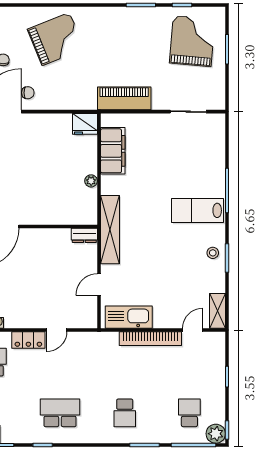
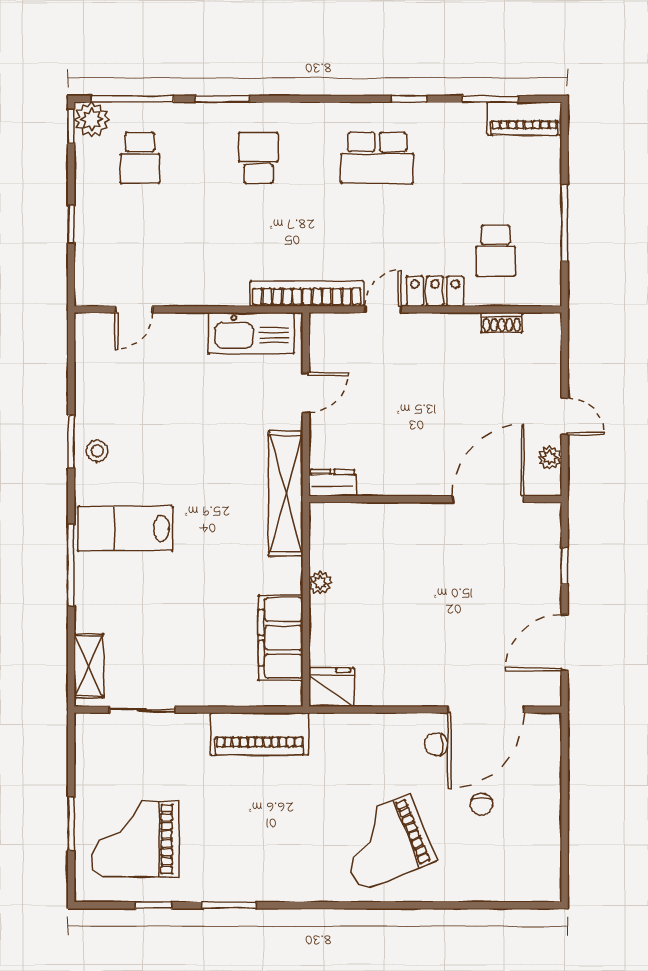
grand piano: (192, 41) -> (135, 839), turned 85
lab bench: (197, 210) -> (125, 529), turned 180
shelving: (217, 311) -> (89, 666), moved
bookcase: (150, 339) -> (307, 294), moved

